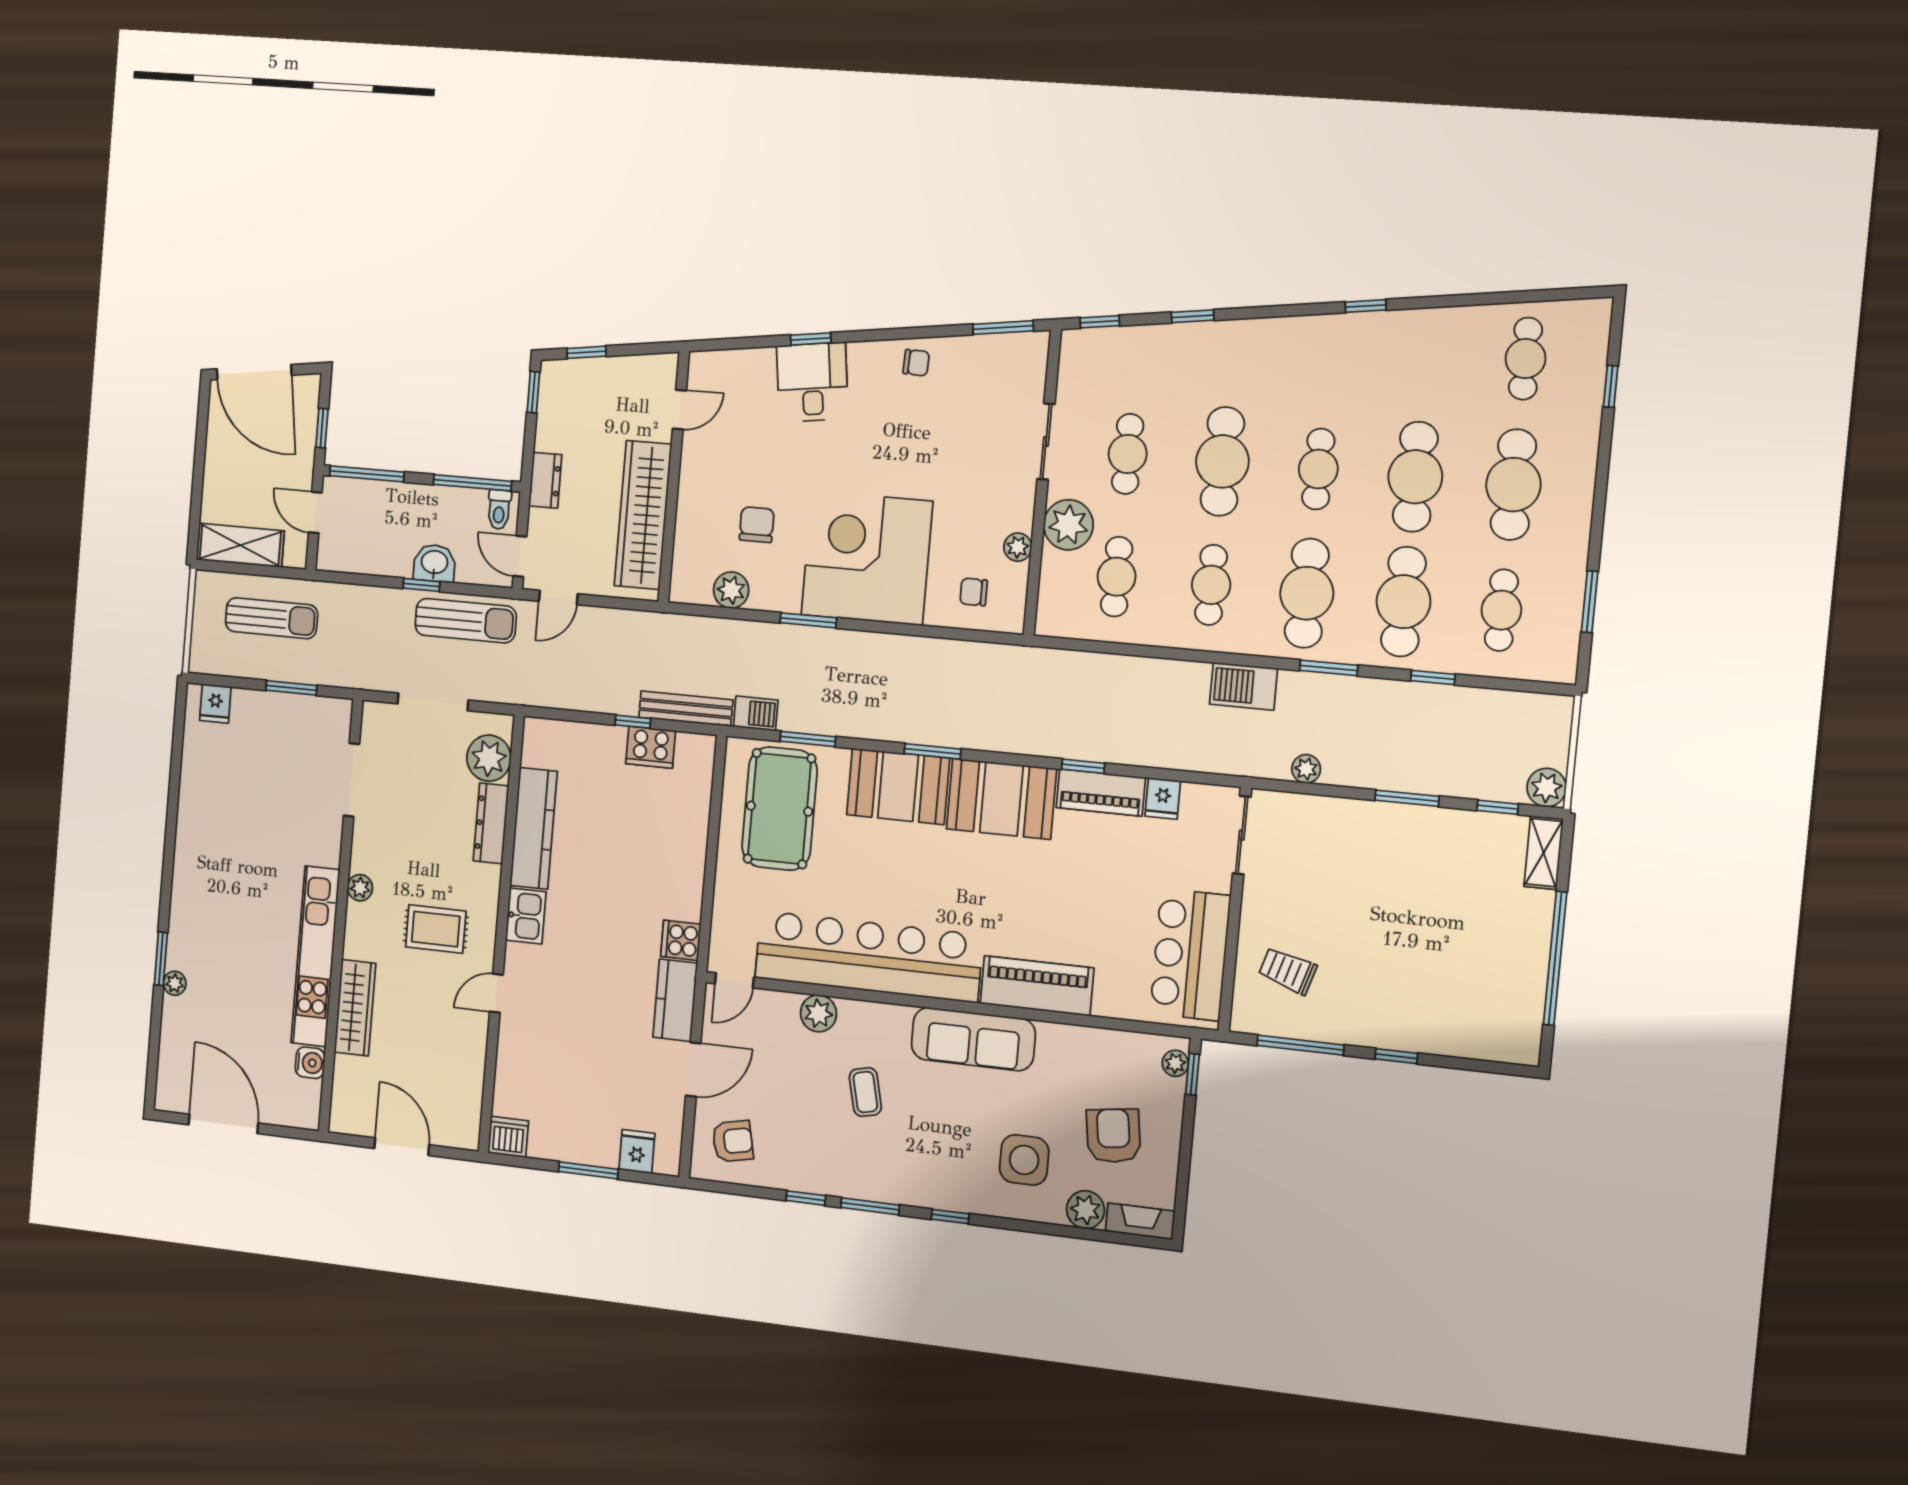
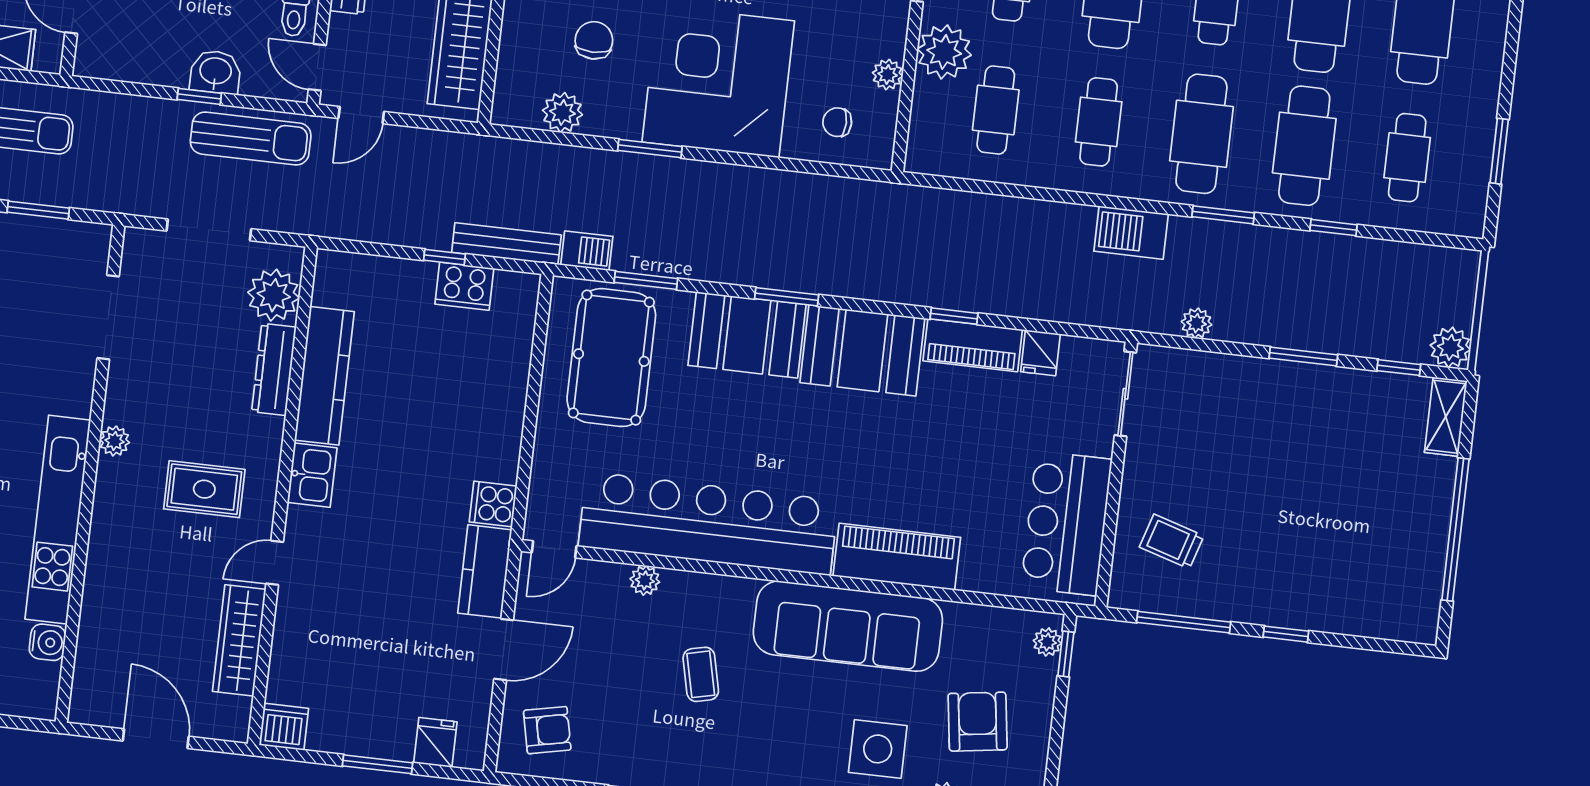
wardrobe: (355, 1008) -> (239, 640), moved, turned 180
plant: (819, 1013) -> (645, 580), width x0.73, depth x0.73
sofa: (973, 1039) -> (848, 626), width x1.36, depth x1.27

